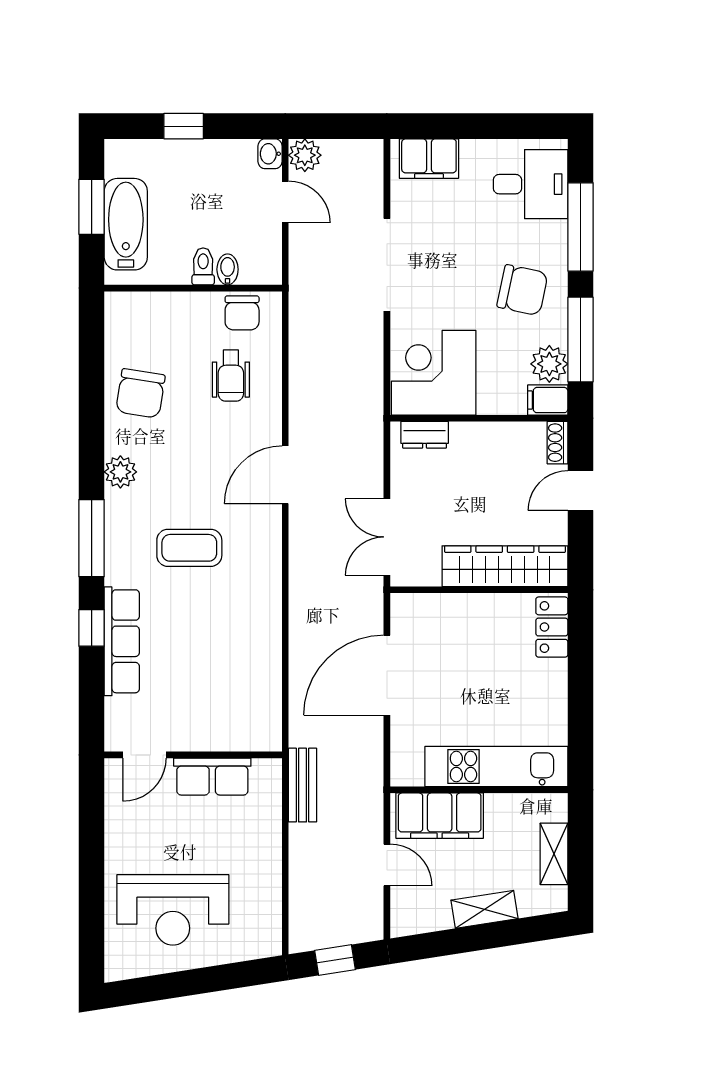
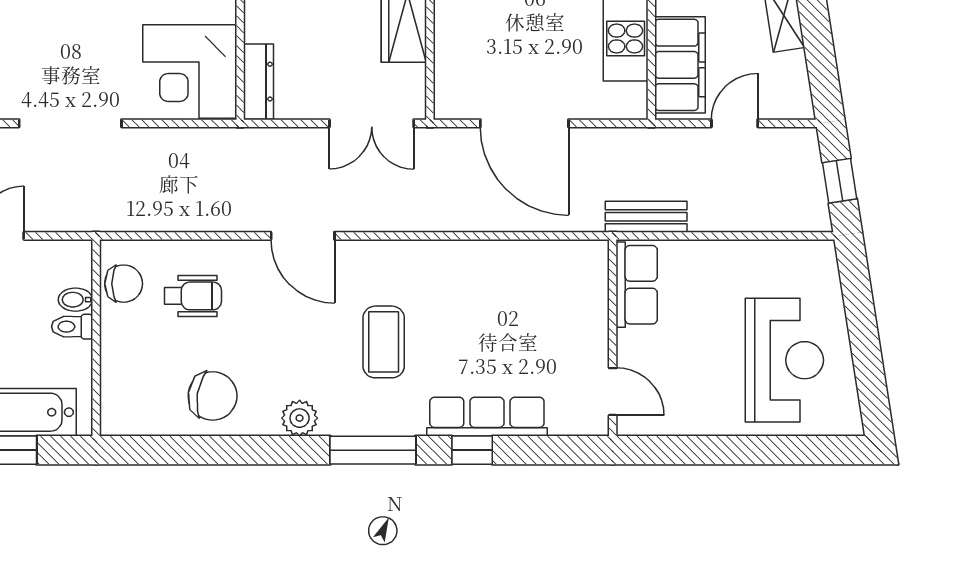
dresser: (425, 435) -> (258, 82), width x1.44
row of seats: (212, 777) -> (637, 285), moved

